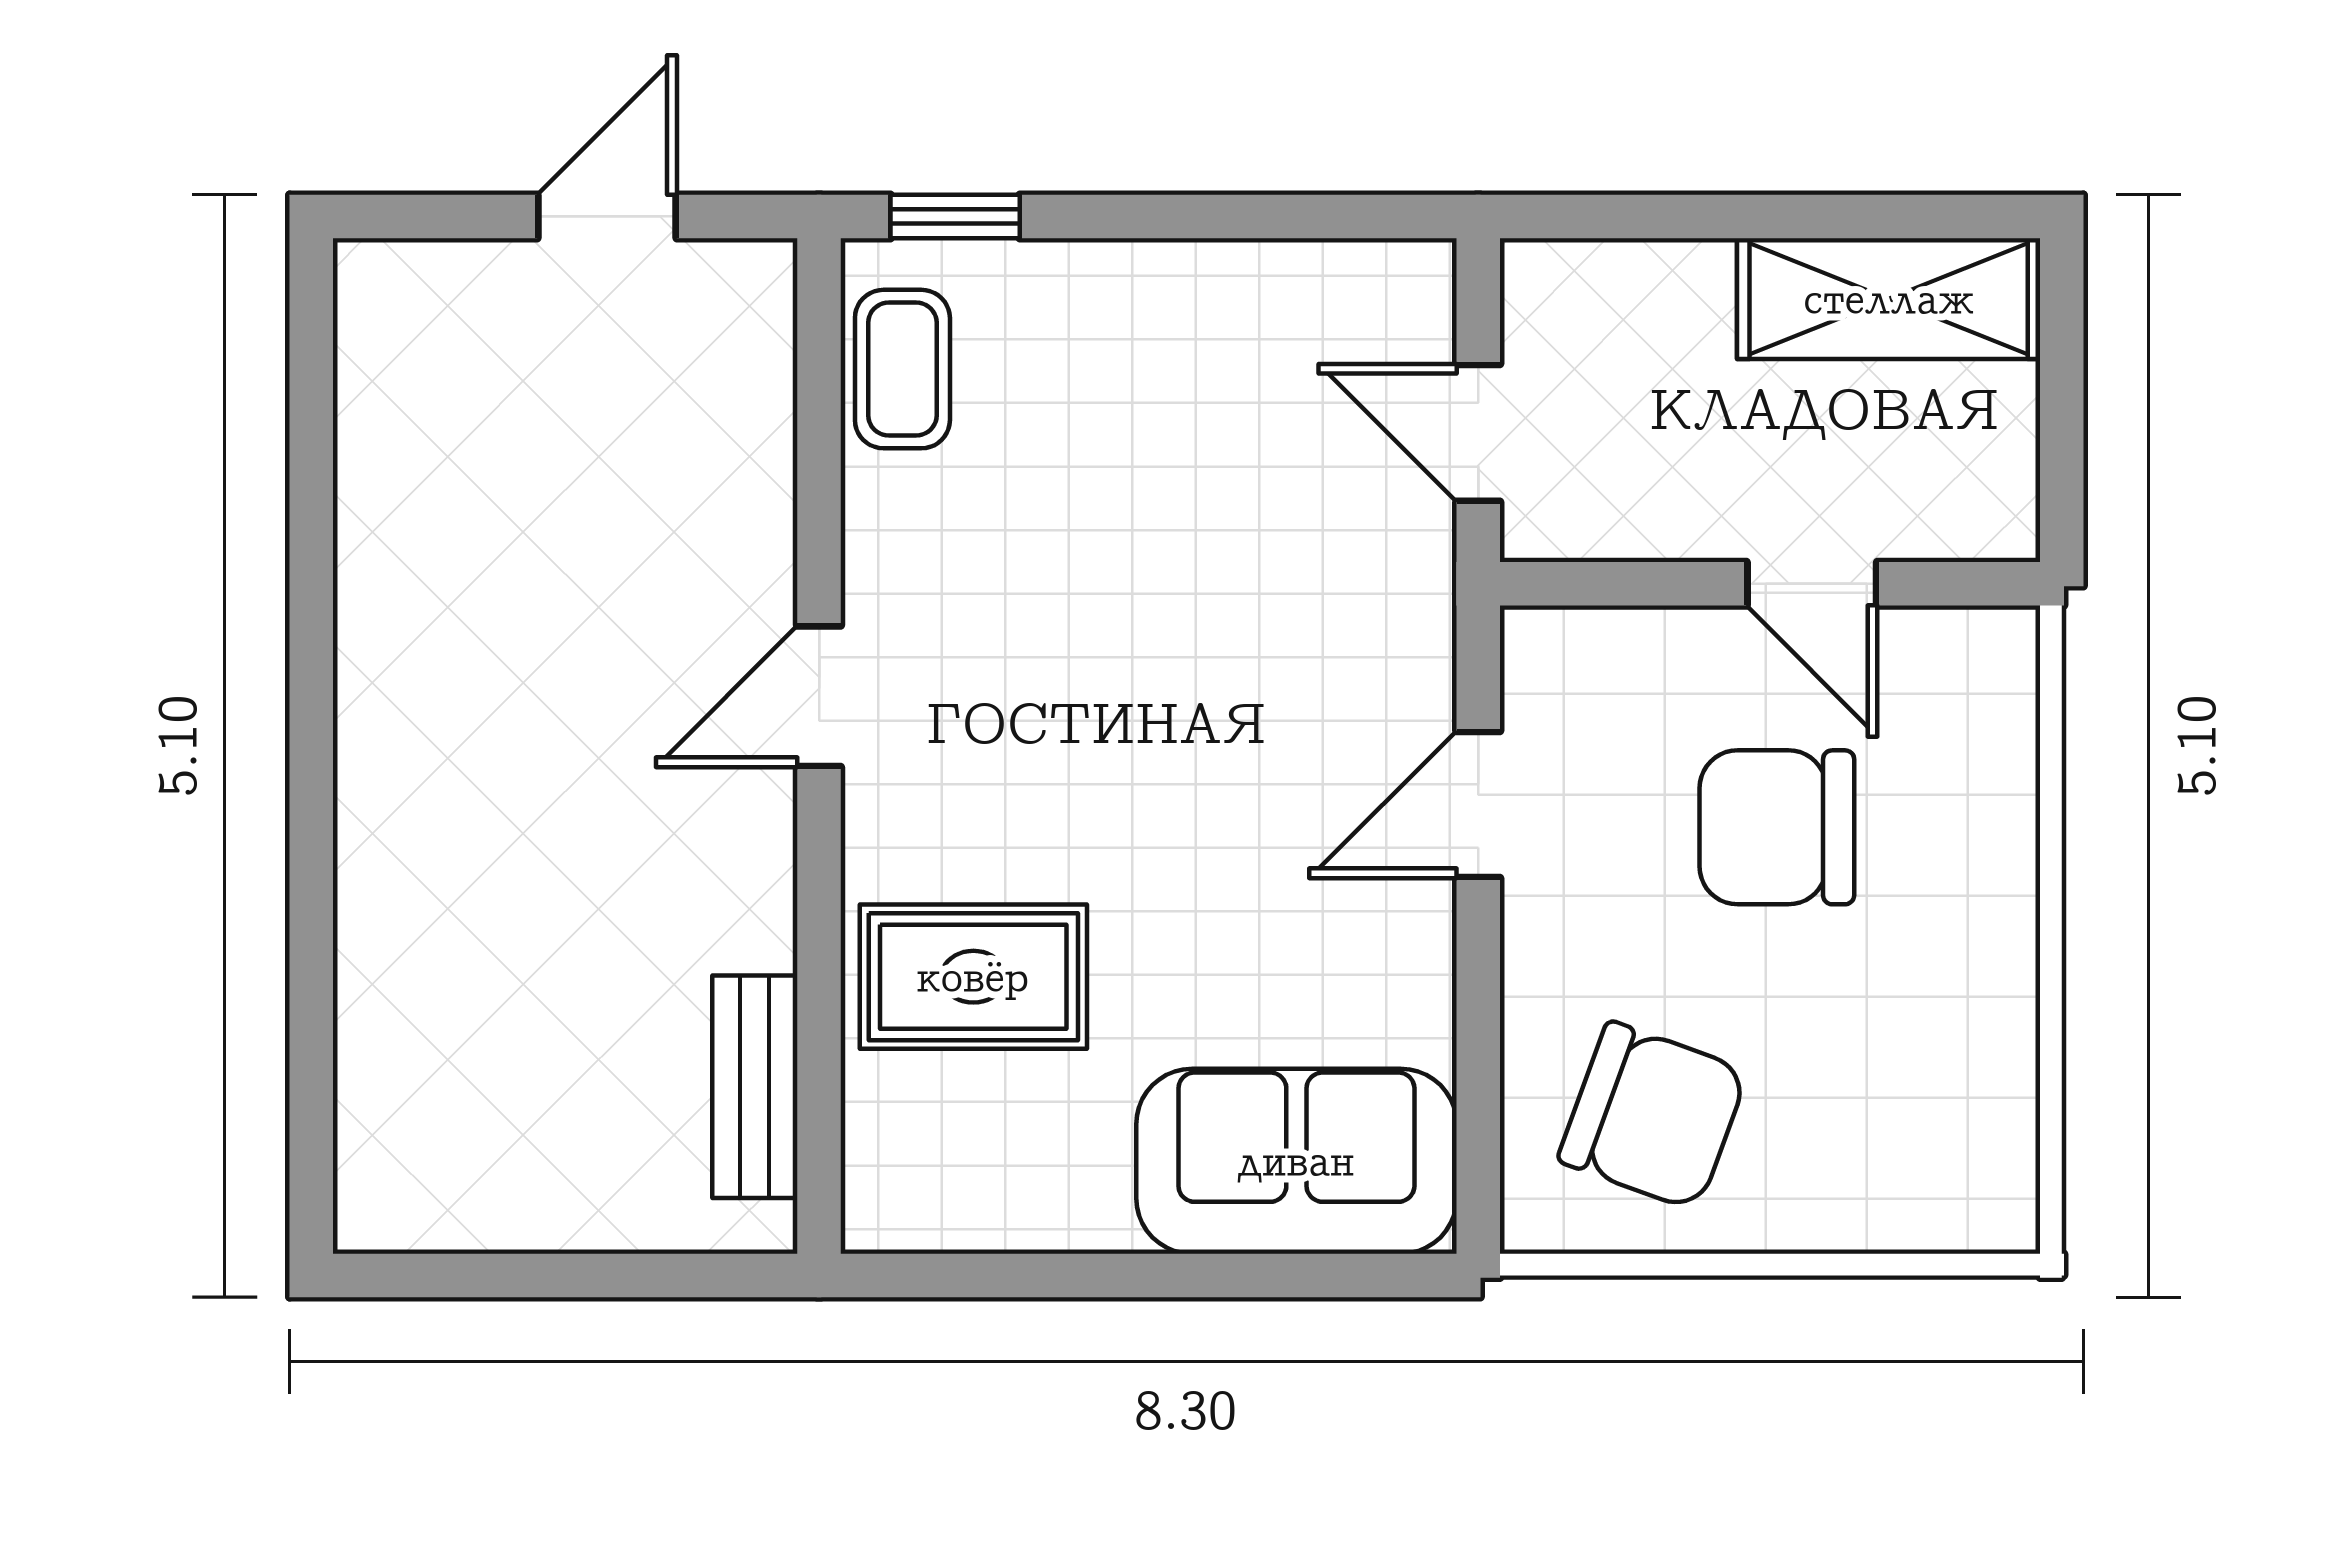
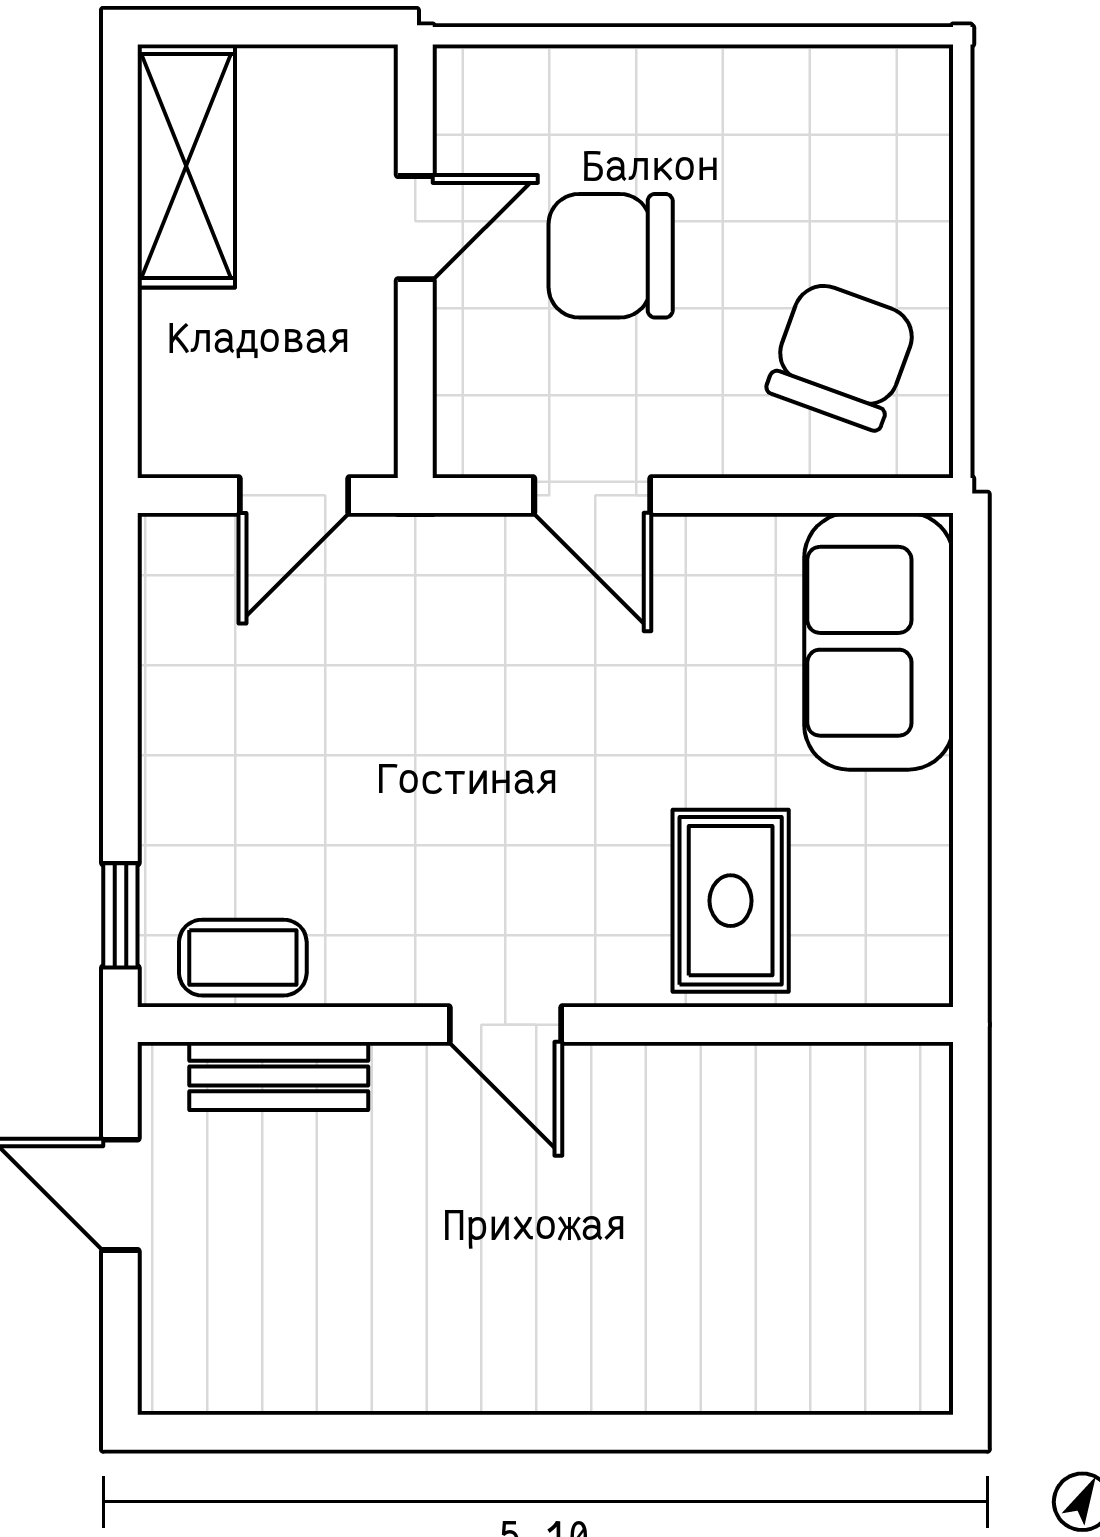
chair: (1777, 827) -> (611, 256), turned 90
bench: (755, 1087) -> (279, 1076), moved

